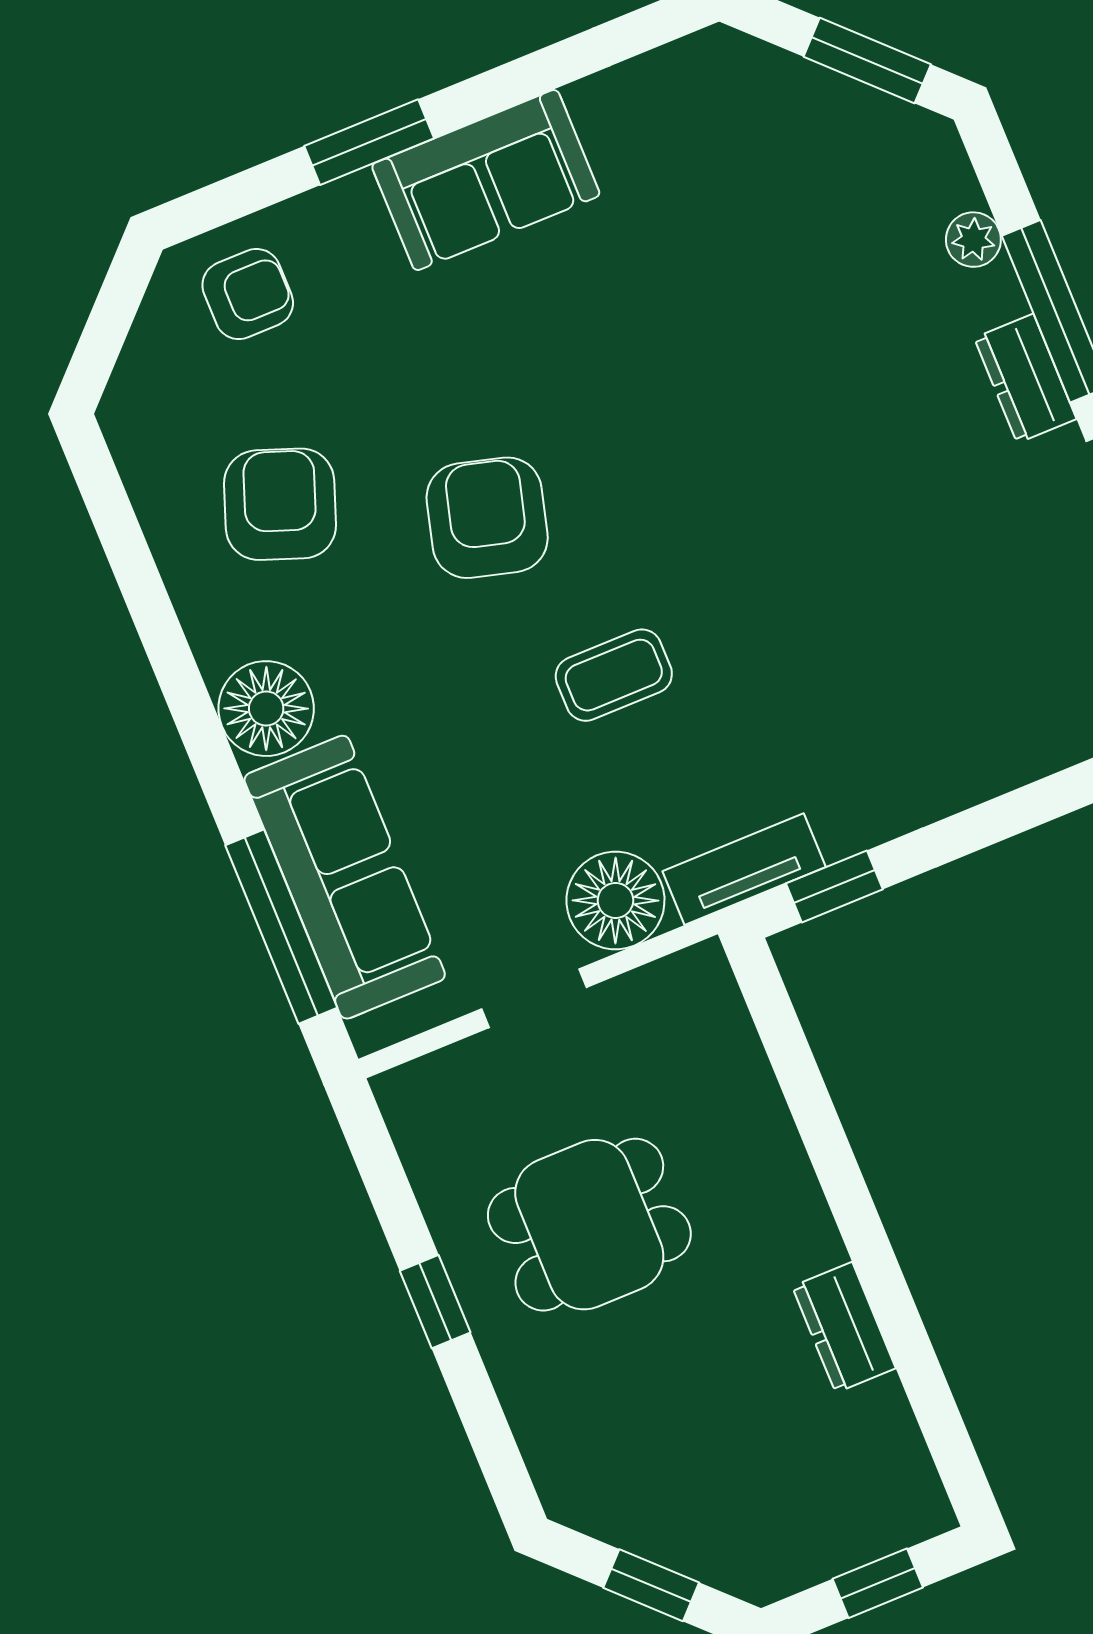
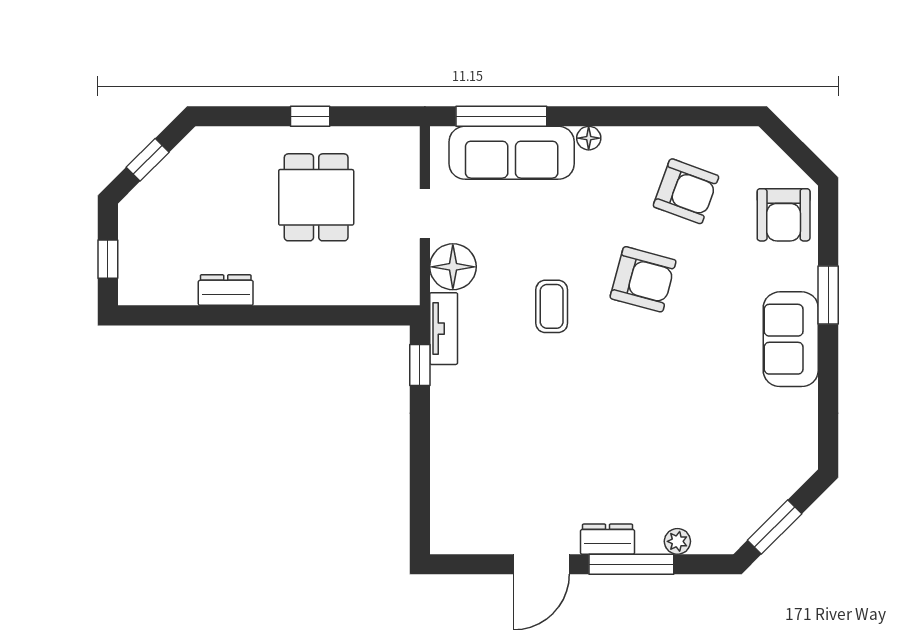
armchair: (248, 294) -> (784, 215), width x1.38, depth x1.38
floor lamp: (266, 709) -> (589, 138), width x0.53, depth x0.53

